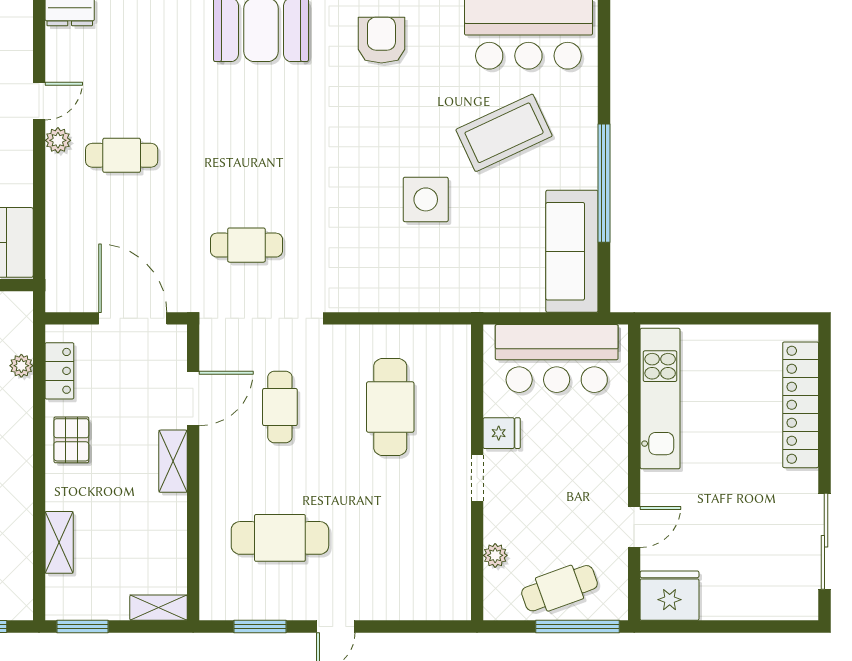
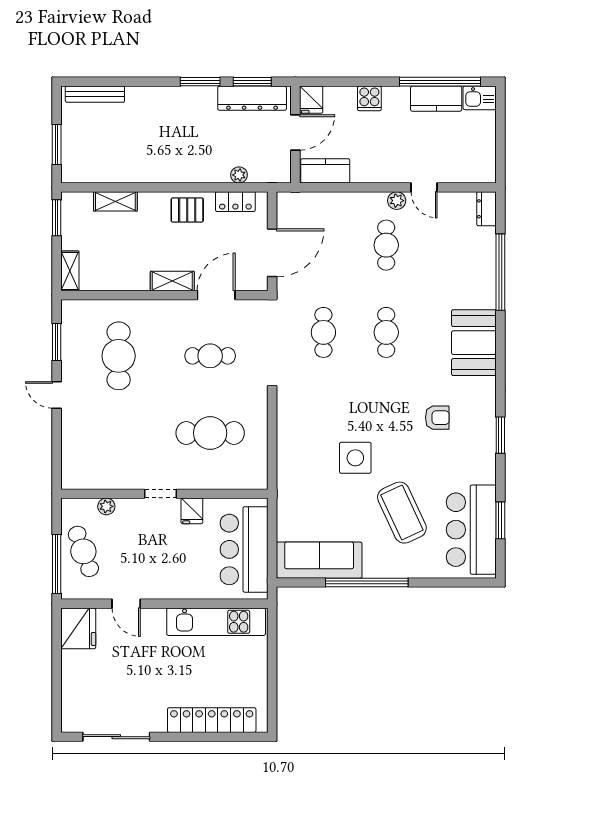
armchair: (381, 40) -> (437, 418), moved, width x0.72, depth x0.72
cafe table: (246, 155) -> (386, 332), added
door: (193, 398) -> (216, 295), swing flipped

